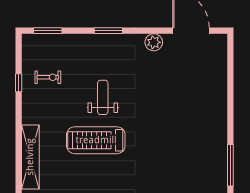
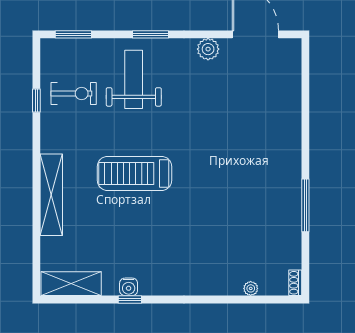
exercise bike: (48, 77) -> (74, 93), width x1.38, depth x1.39
weight bench: (103, 97) -> (134, 79), moved, width x1.36, depth x1.33

